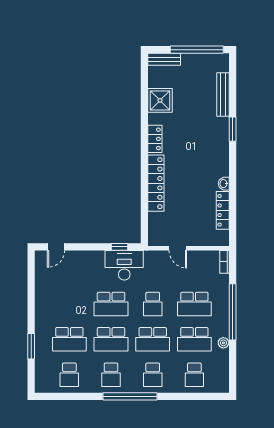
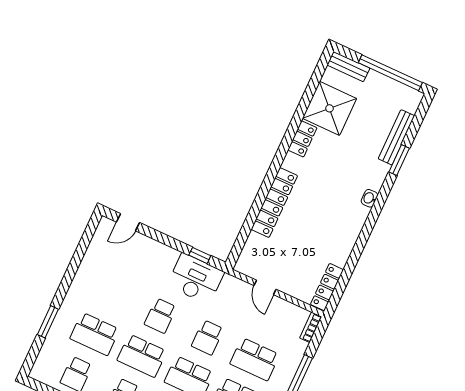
shower: (160, 100) -> (329, 108), width x1.37, depth x1.37
window: (233, 129) -> (399, 160), moved
locker: (155, 139) -> (302, 139), moved
washbasin: (224, 184) -> (369, 198), moved
locker: (223, 210) -> (327, 287), moved
school desk: (111, 304) -> (160, 316), width x0.54

